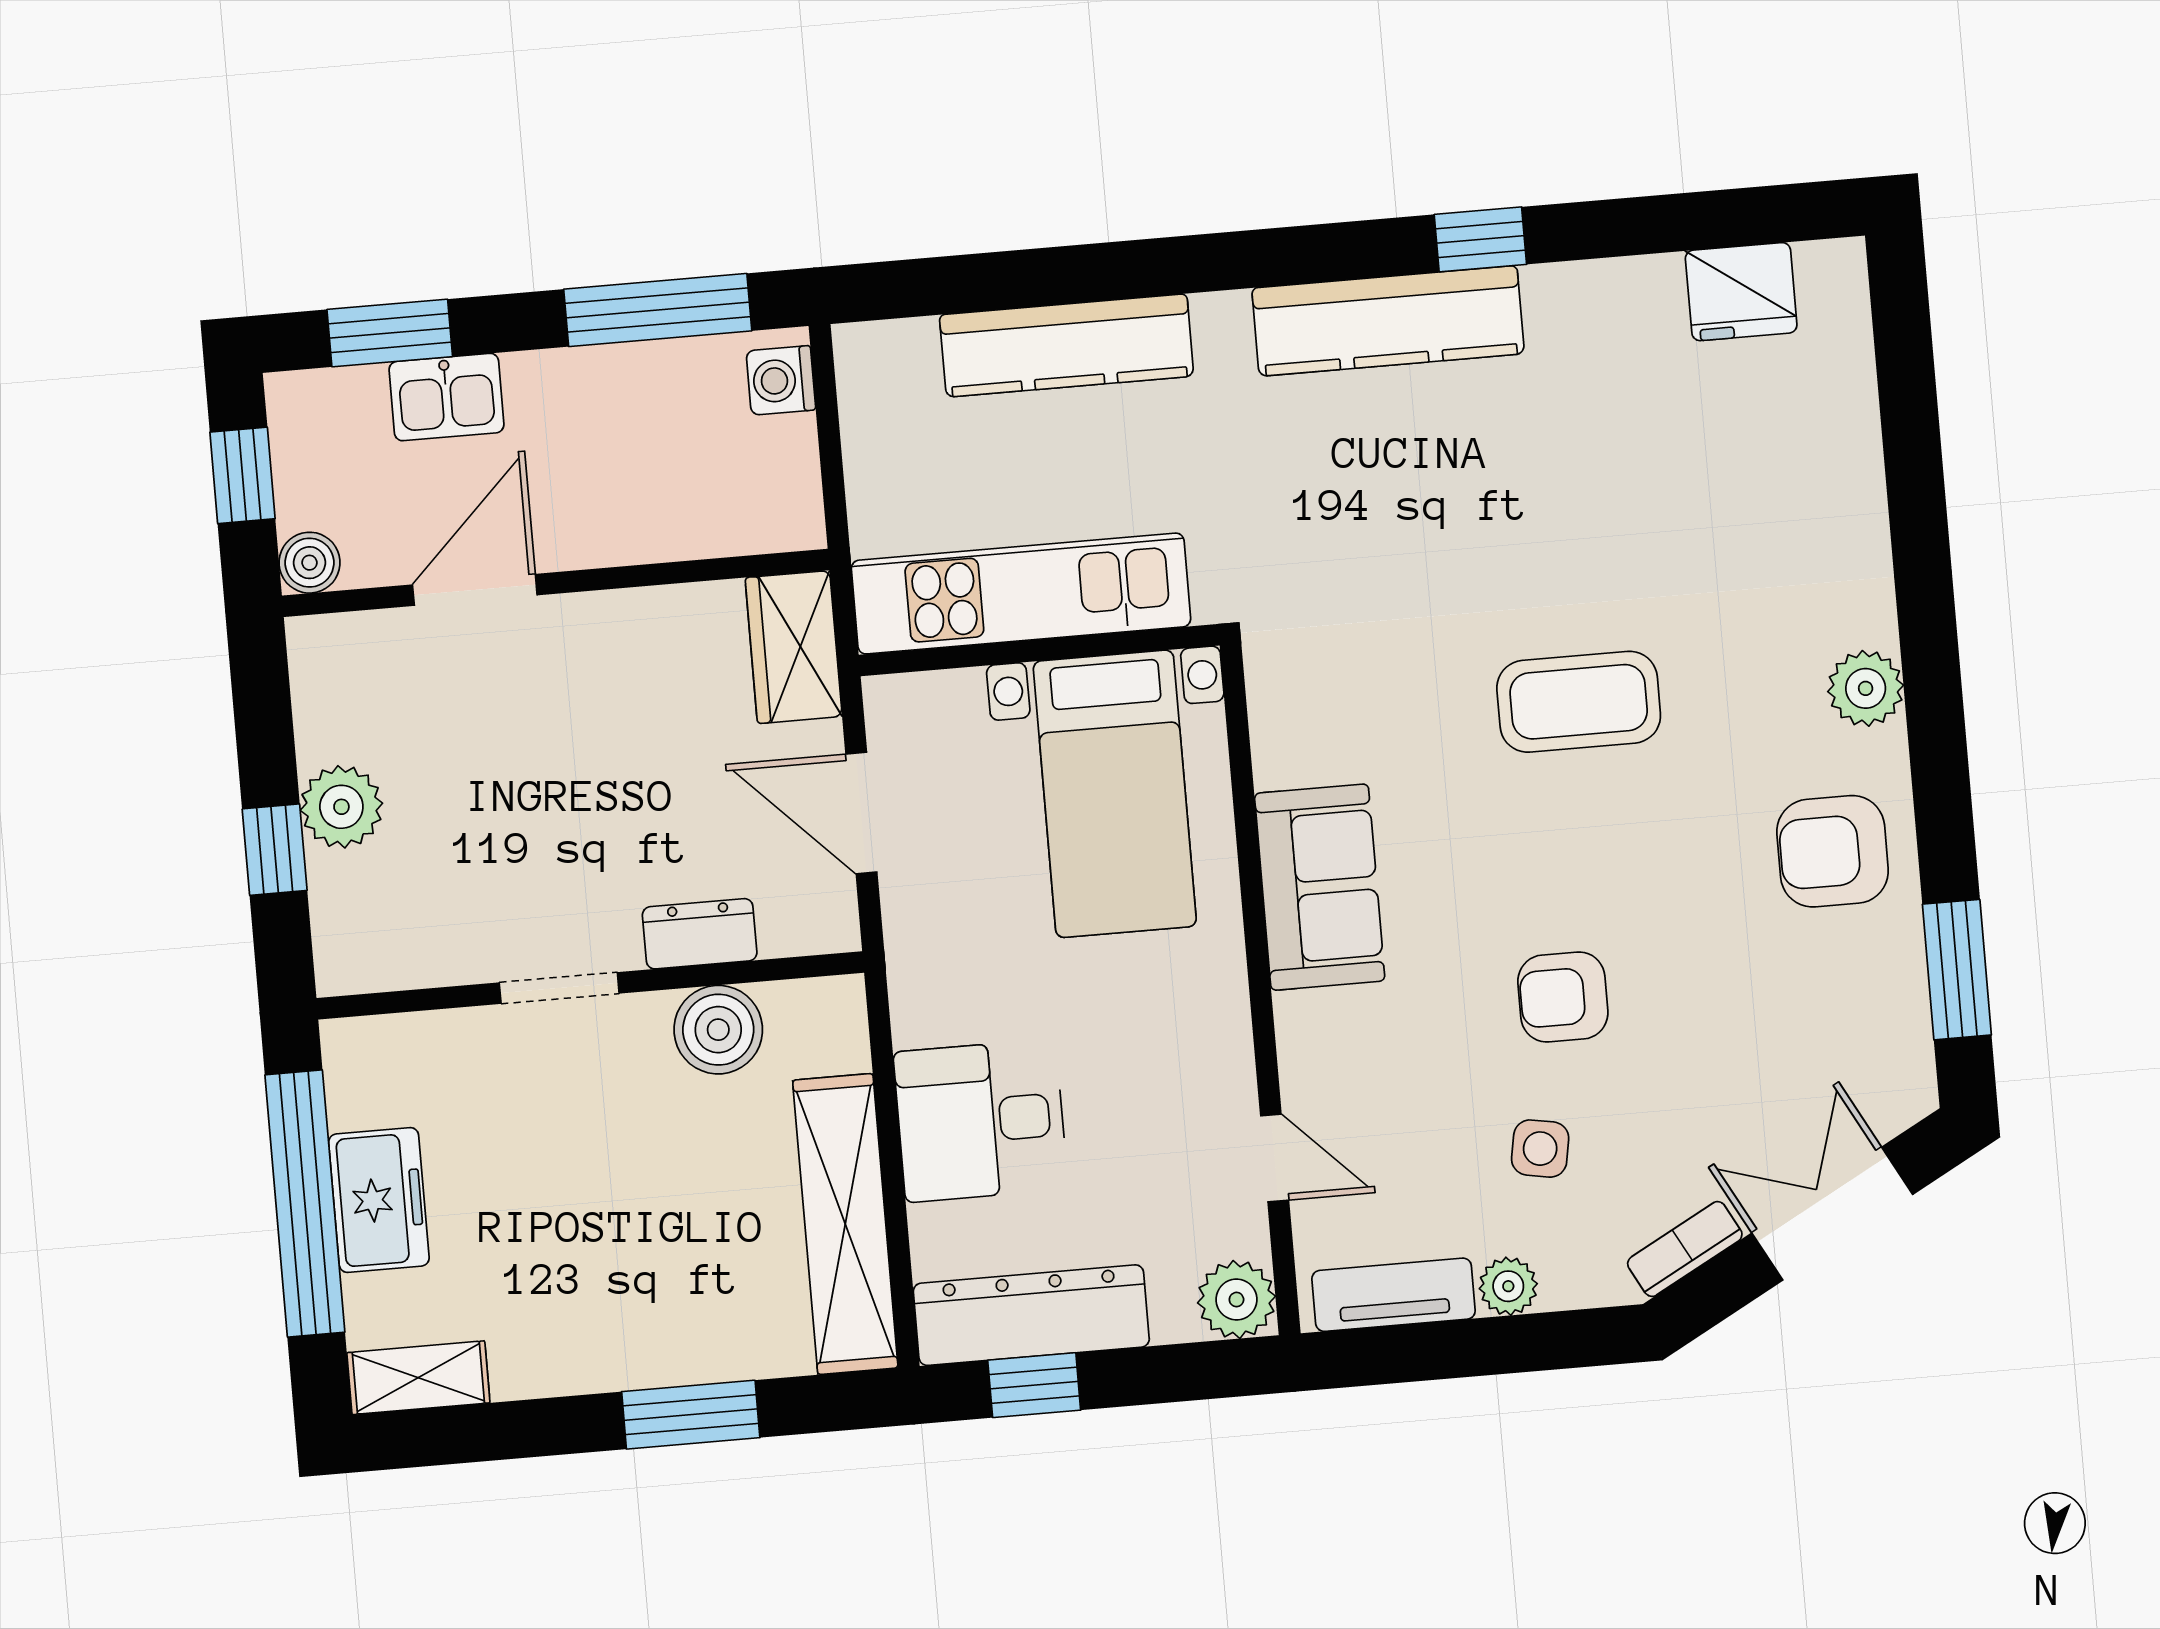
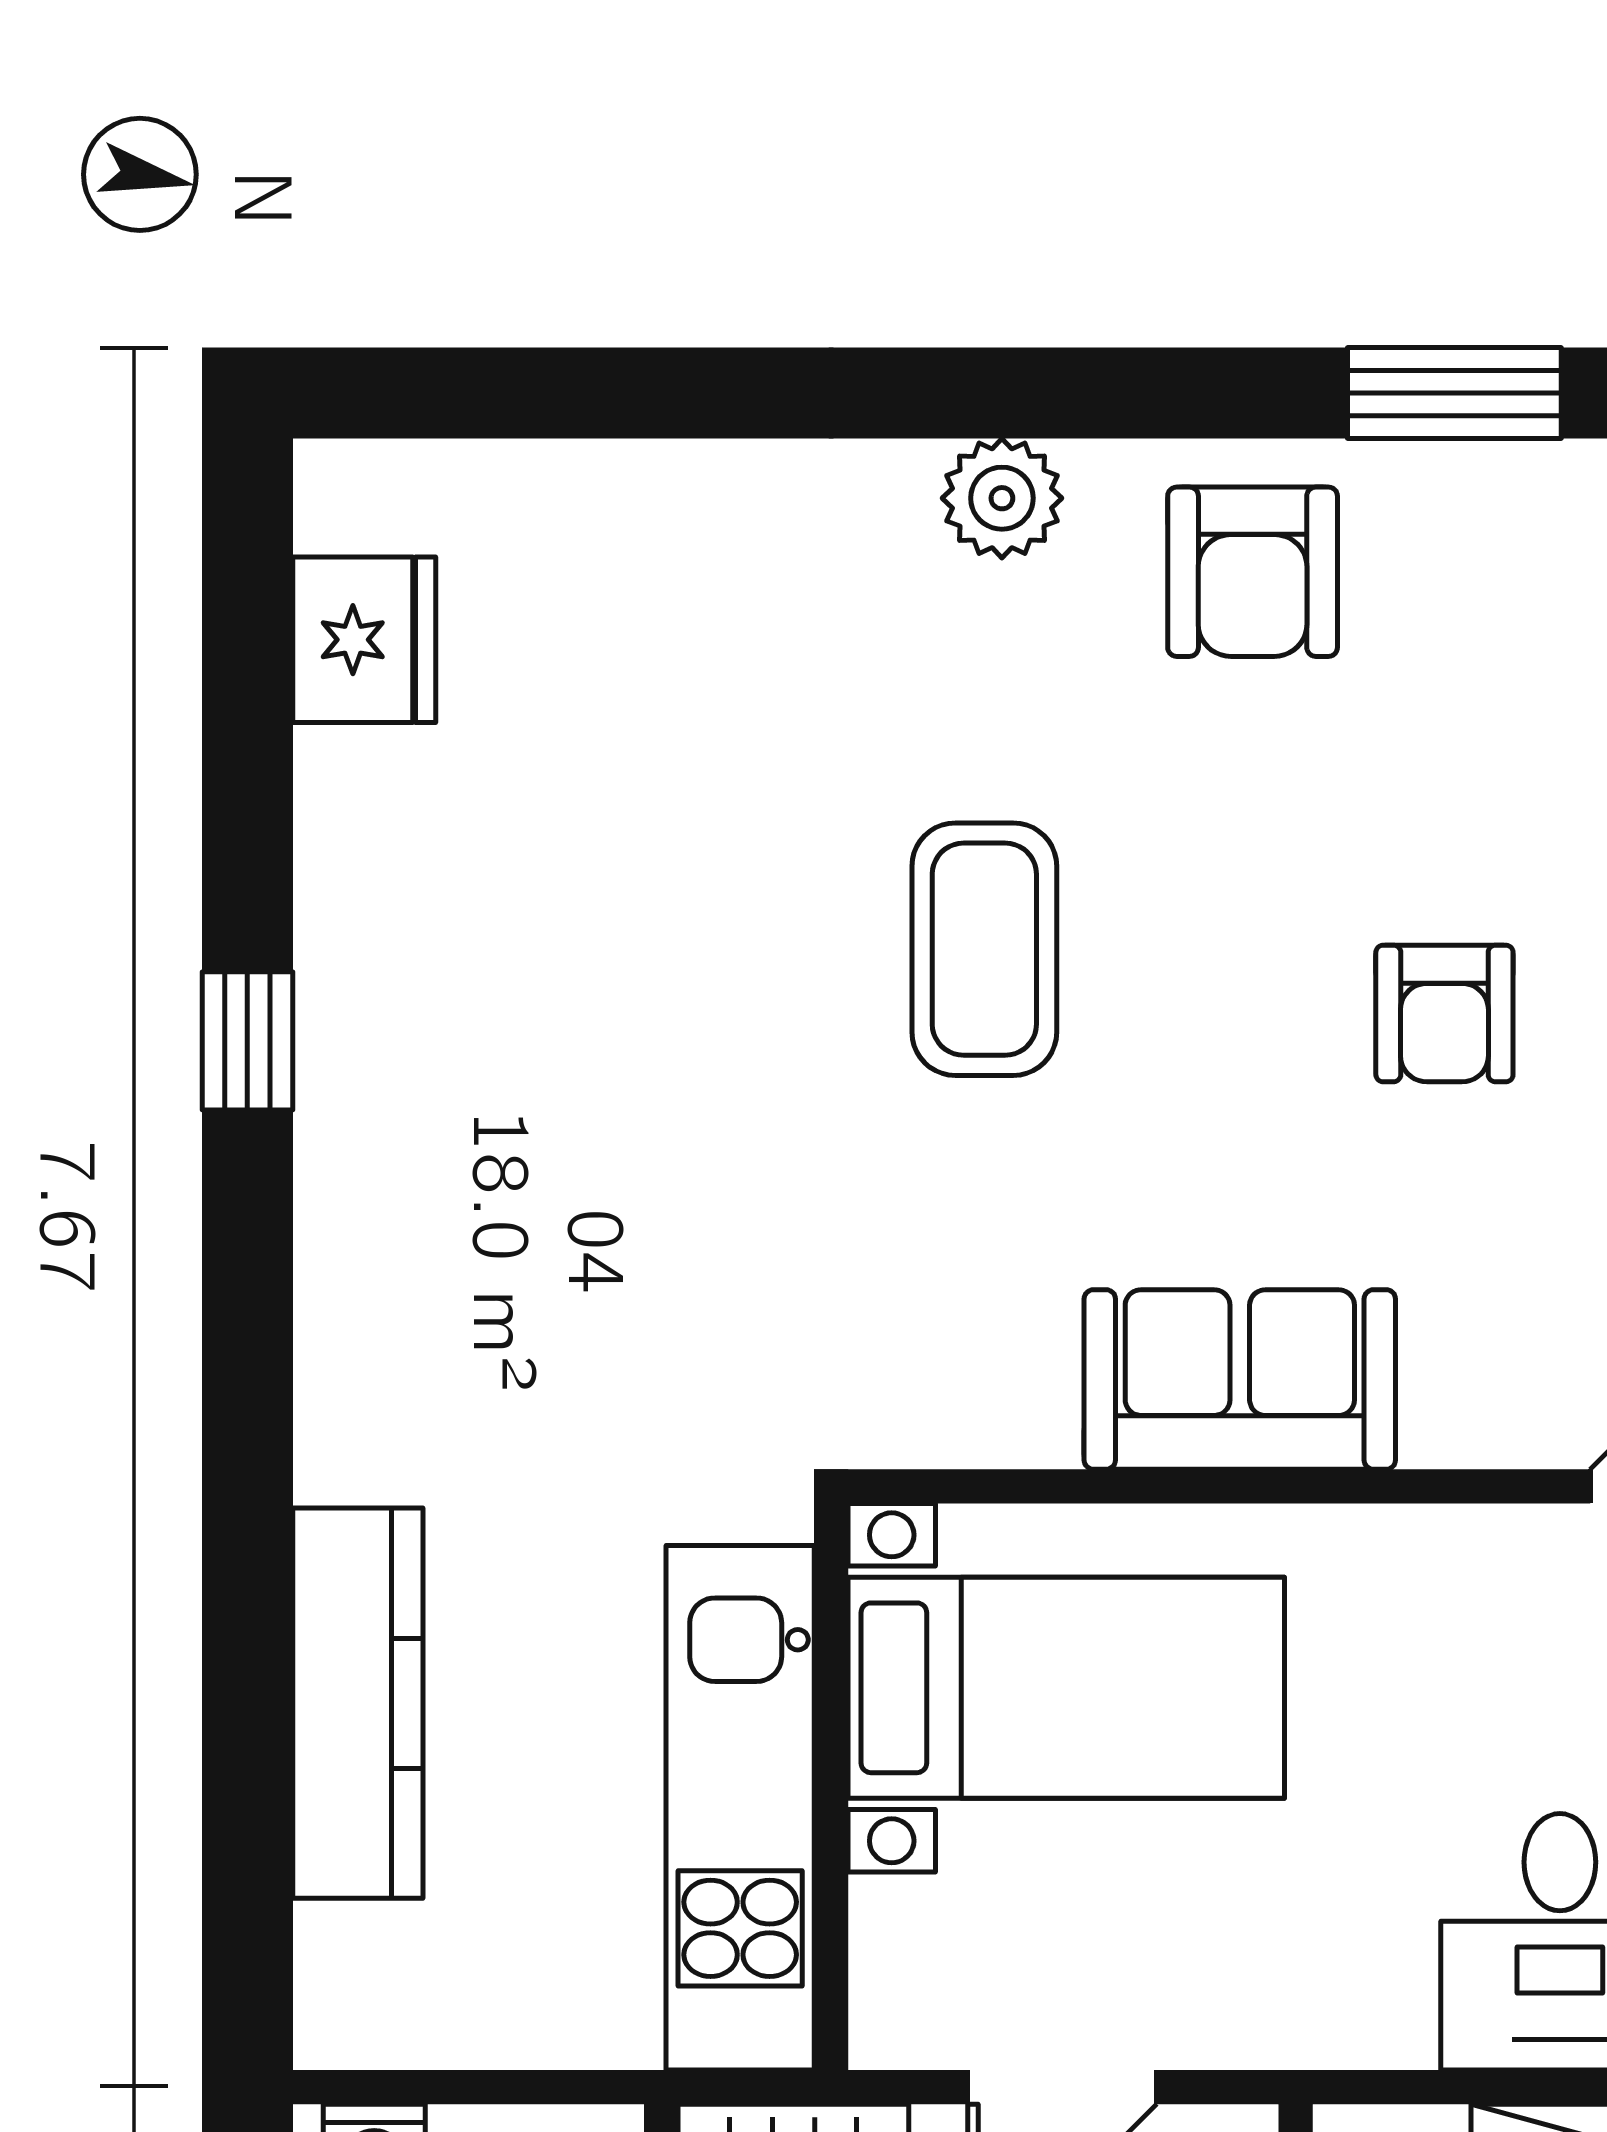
kitchen counter: (1388, 321) -> (363, 1196), removed

